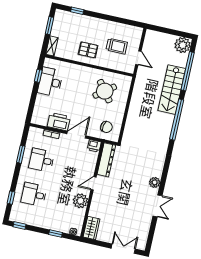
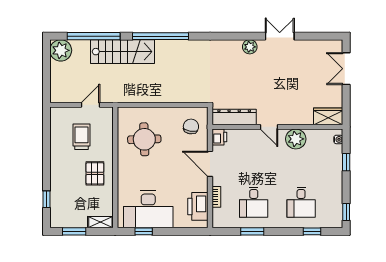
desk: (50, 82) -> (148, 209), width x1.36, depth x1.30
round table: (105, 91) -> (144, 139), turned 35
printer: (59, 122) -> (198, 206), moved

